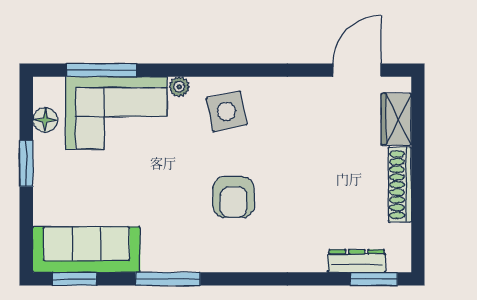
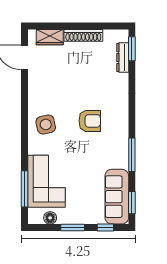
plant: (179, 87) -> (33, 149), removed
window: (26, 228) -> (105, 228), added

